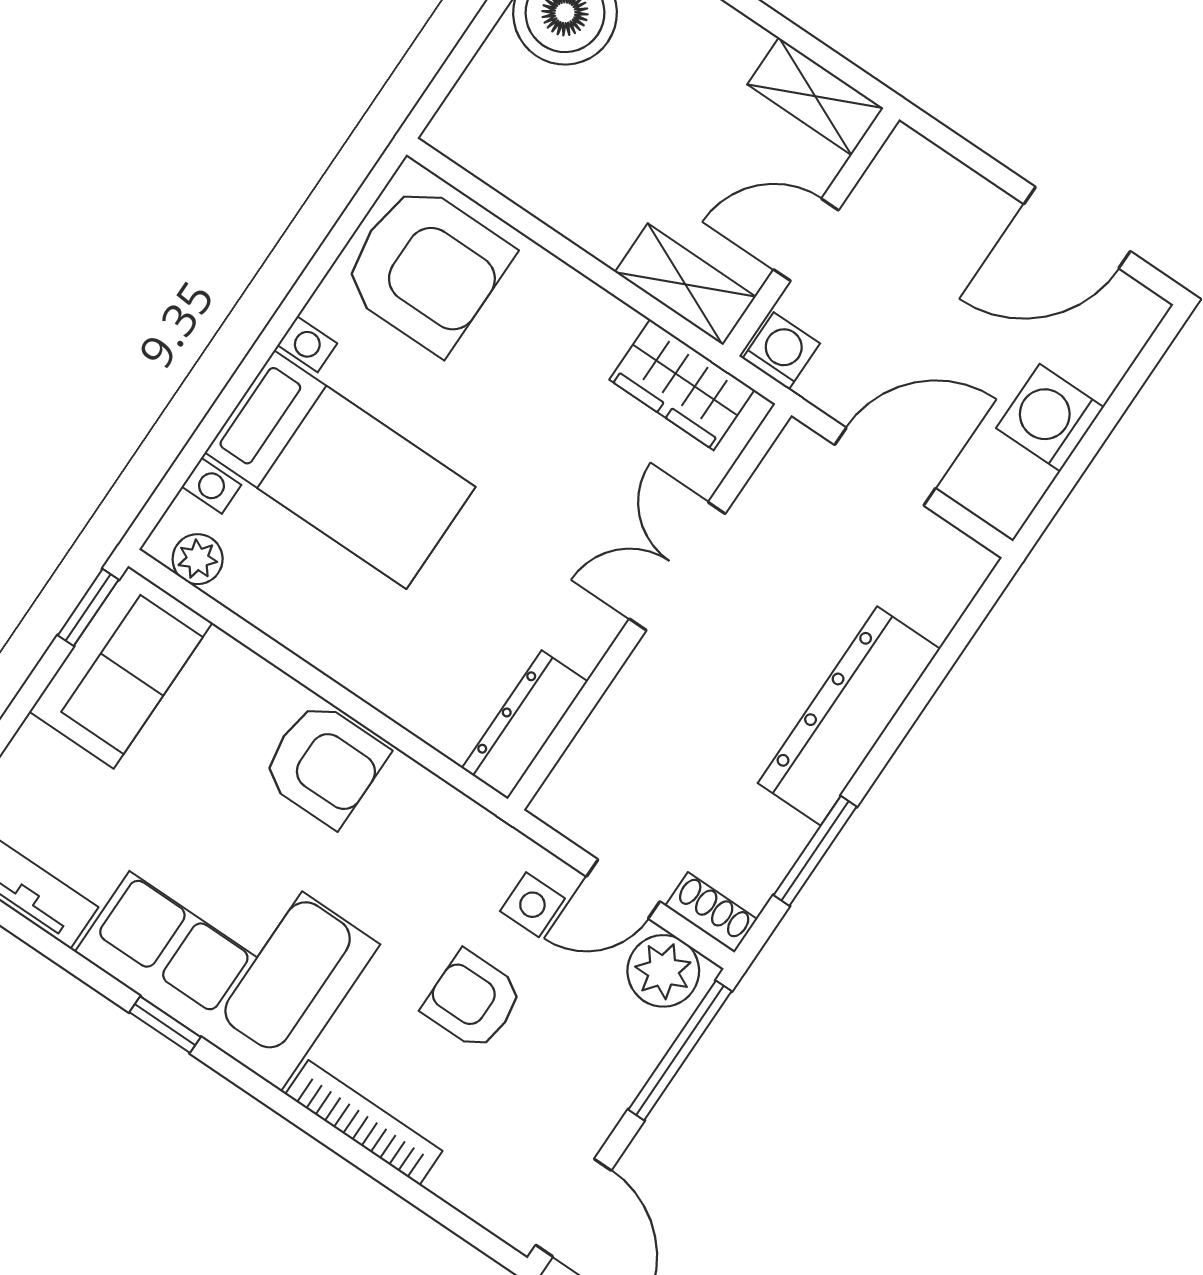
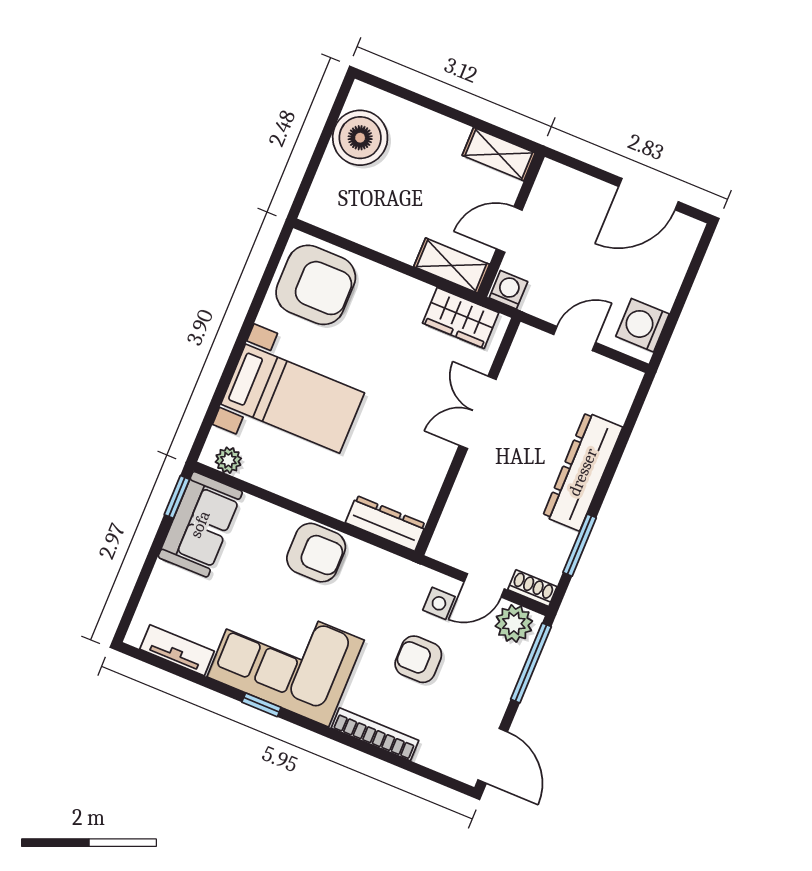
washing machine: (1050, 418) -> (643, 325), moved
door: (885, 467) -> (575, 339), width x0.73
dresser: (525, 725) -> (386, 523), moved, turned 90

